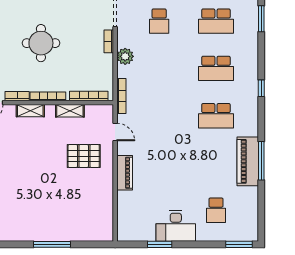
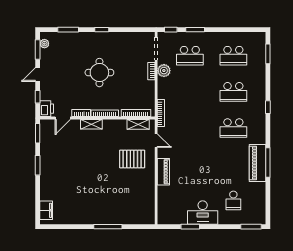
school desk: (159, 21) -> (190, 56), width x1.85
plant: (125, 56) -> (164, 71), moved
shelving: (70, 111) -> (138, 124), moved

